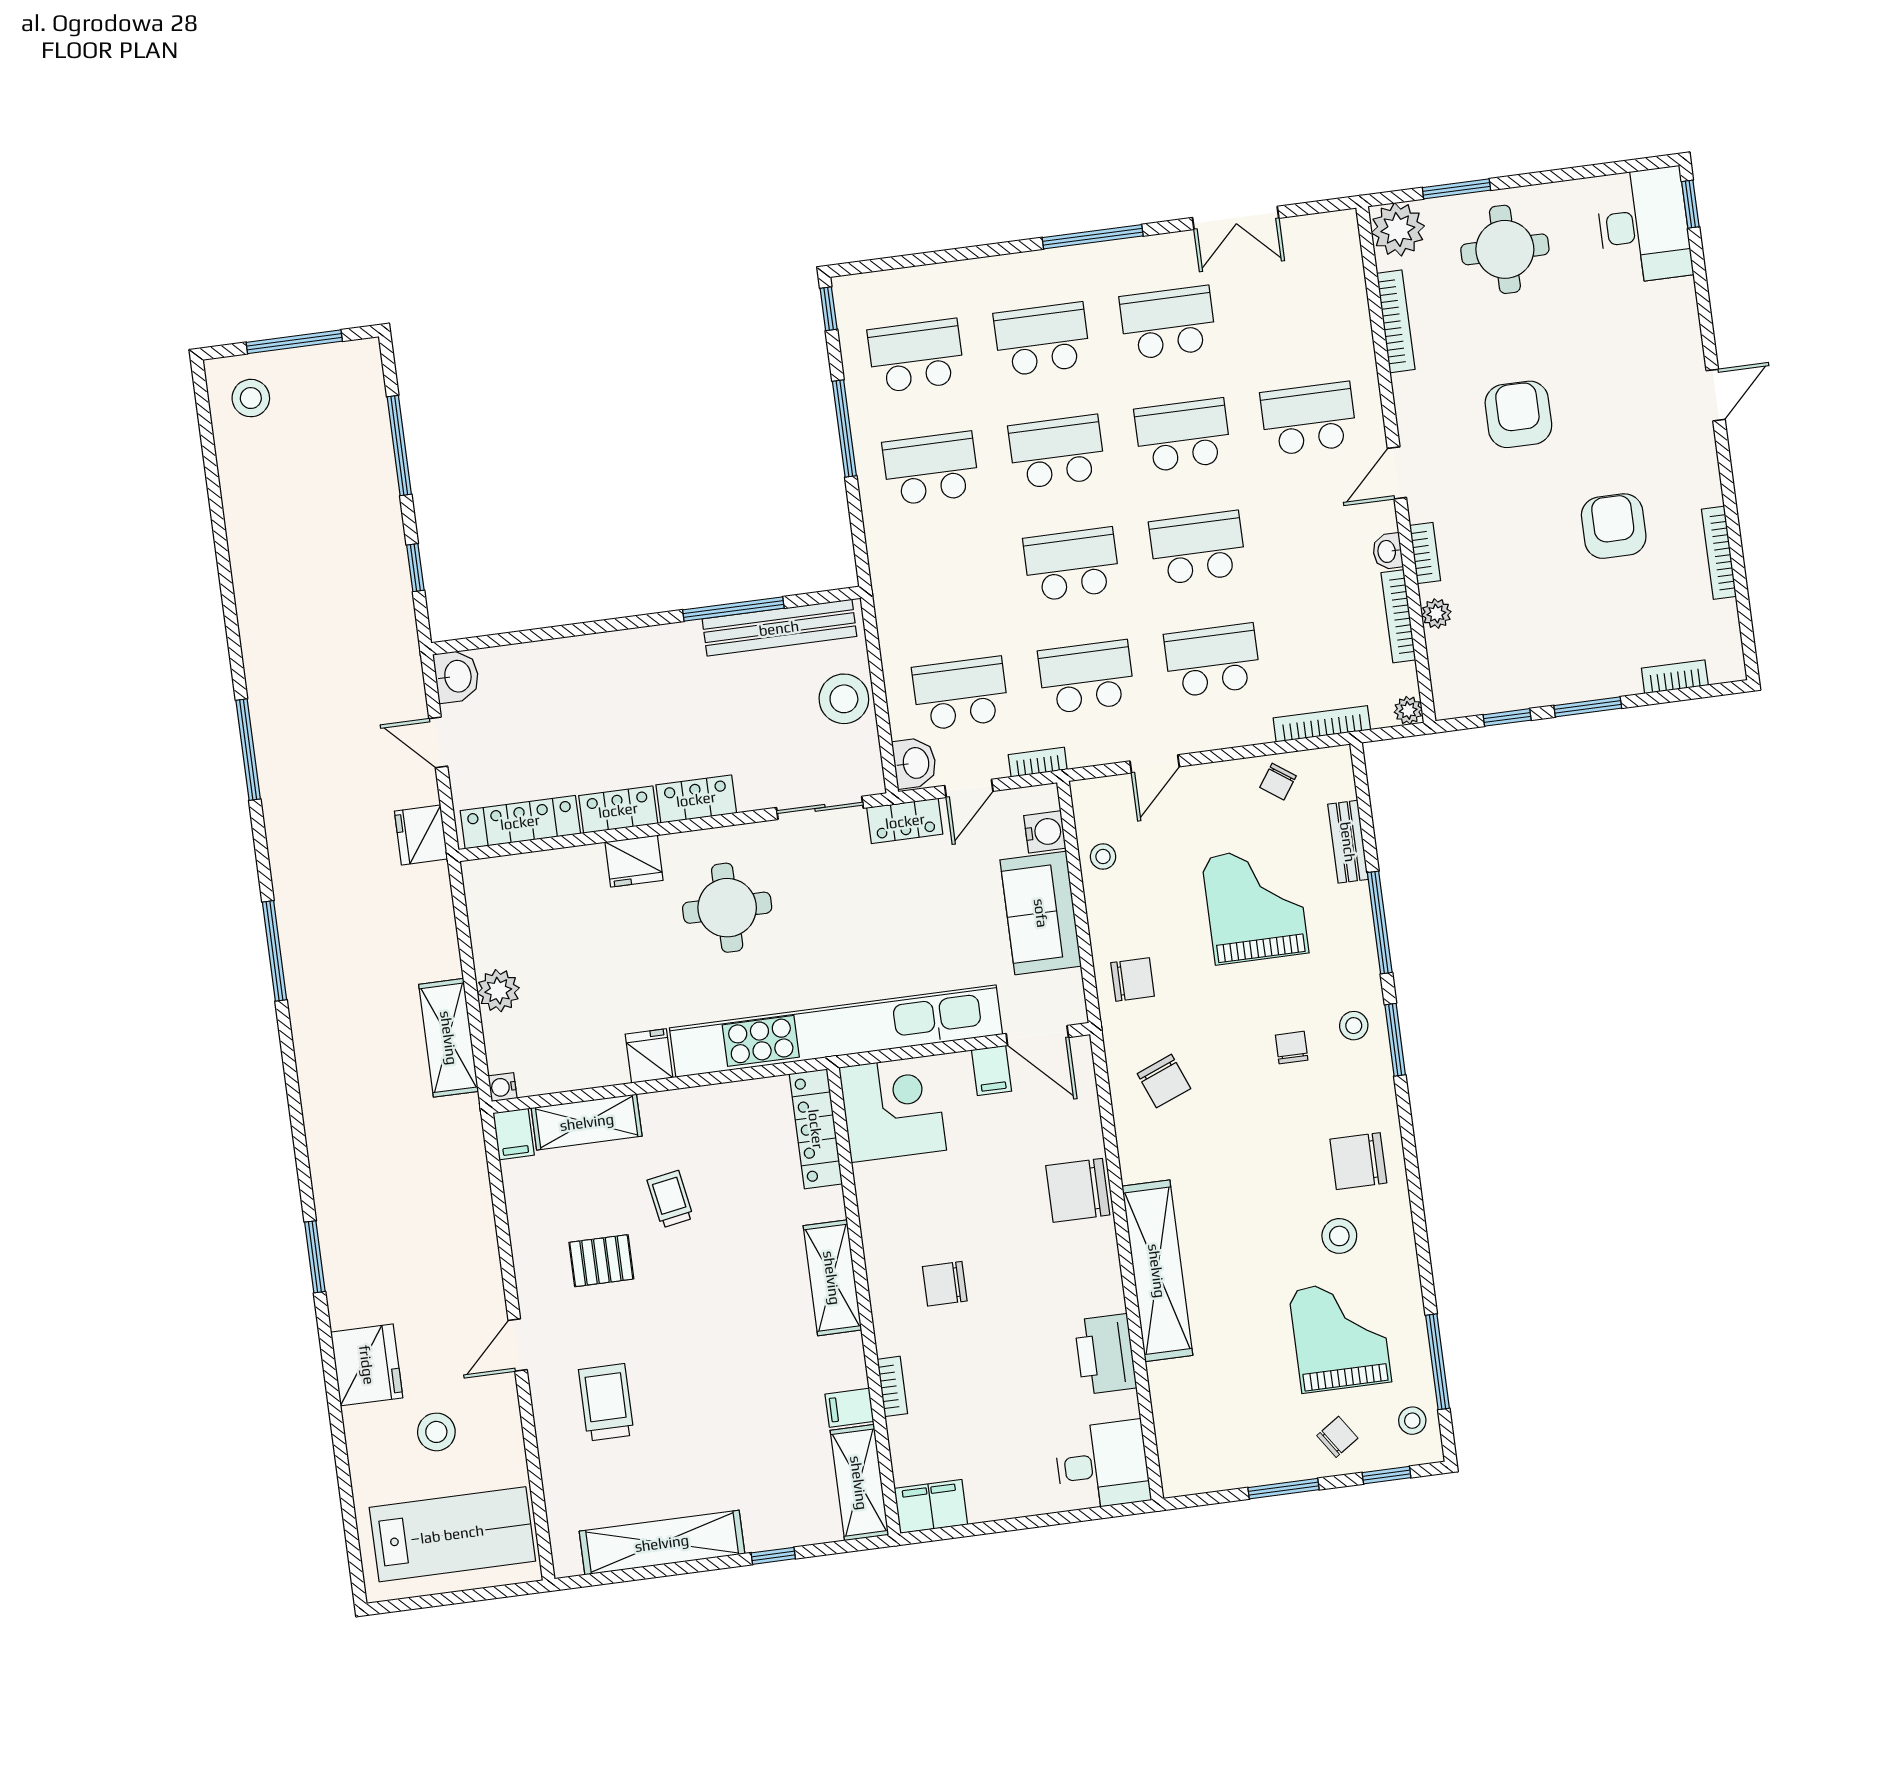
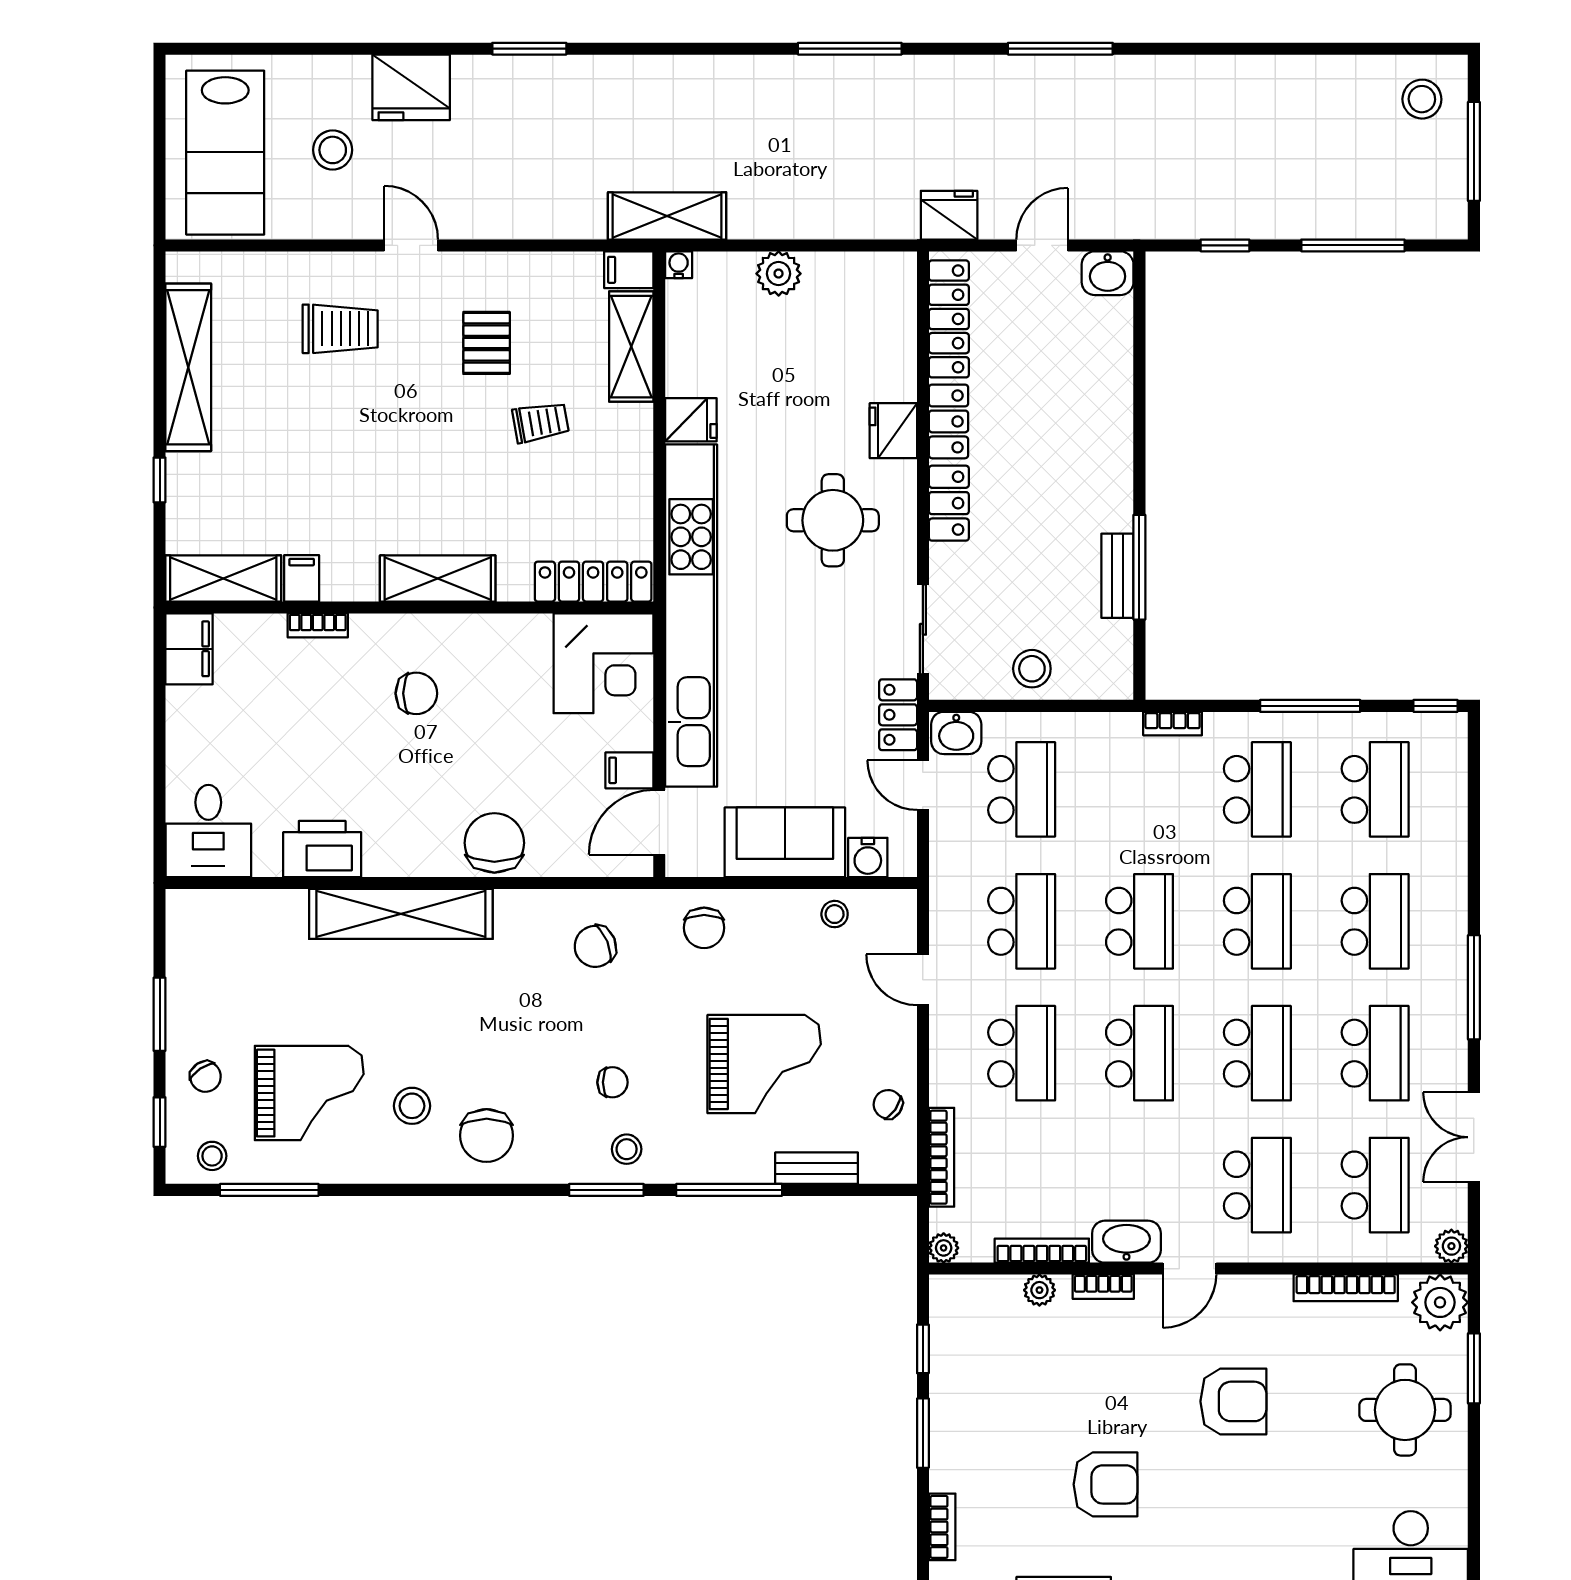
plant: (1343, 226) -> (1451, 1246), added
school desk: (1294, 306) -> (1375, 1185), added
door: (1397, 473) -> (1190, 1269), swing flipped
washbasin: (1387, 551) -> (1126, 1242), width x1.91, depth x1.45
bench: (779, 628) -> (1117, 576), width x0.54, depth x0.82
stool: (844, 699) -> (1032, 669), width x0.73, depth x0.73
bookcase: (1038, 762) -> (1173, 724), moved, turned 90
shelving: (449, 1038) -> (667, 216), moved
chair: (1358, 1161) -> (487, 1136), turned 180
chair: (945, 1284) -> (416, 693), turned 90

